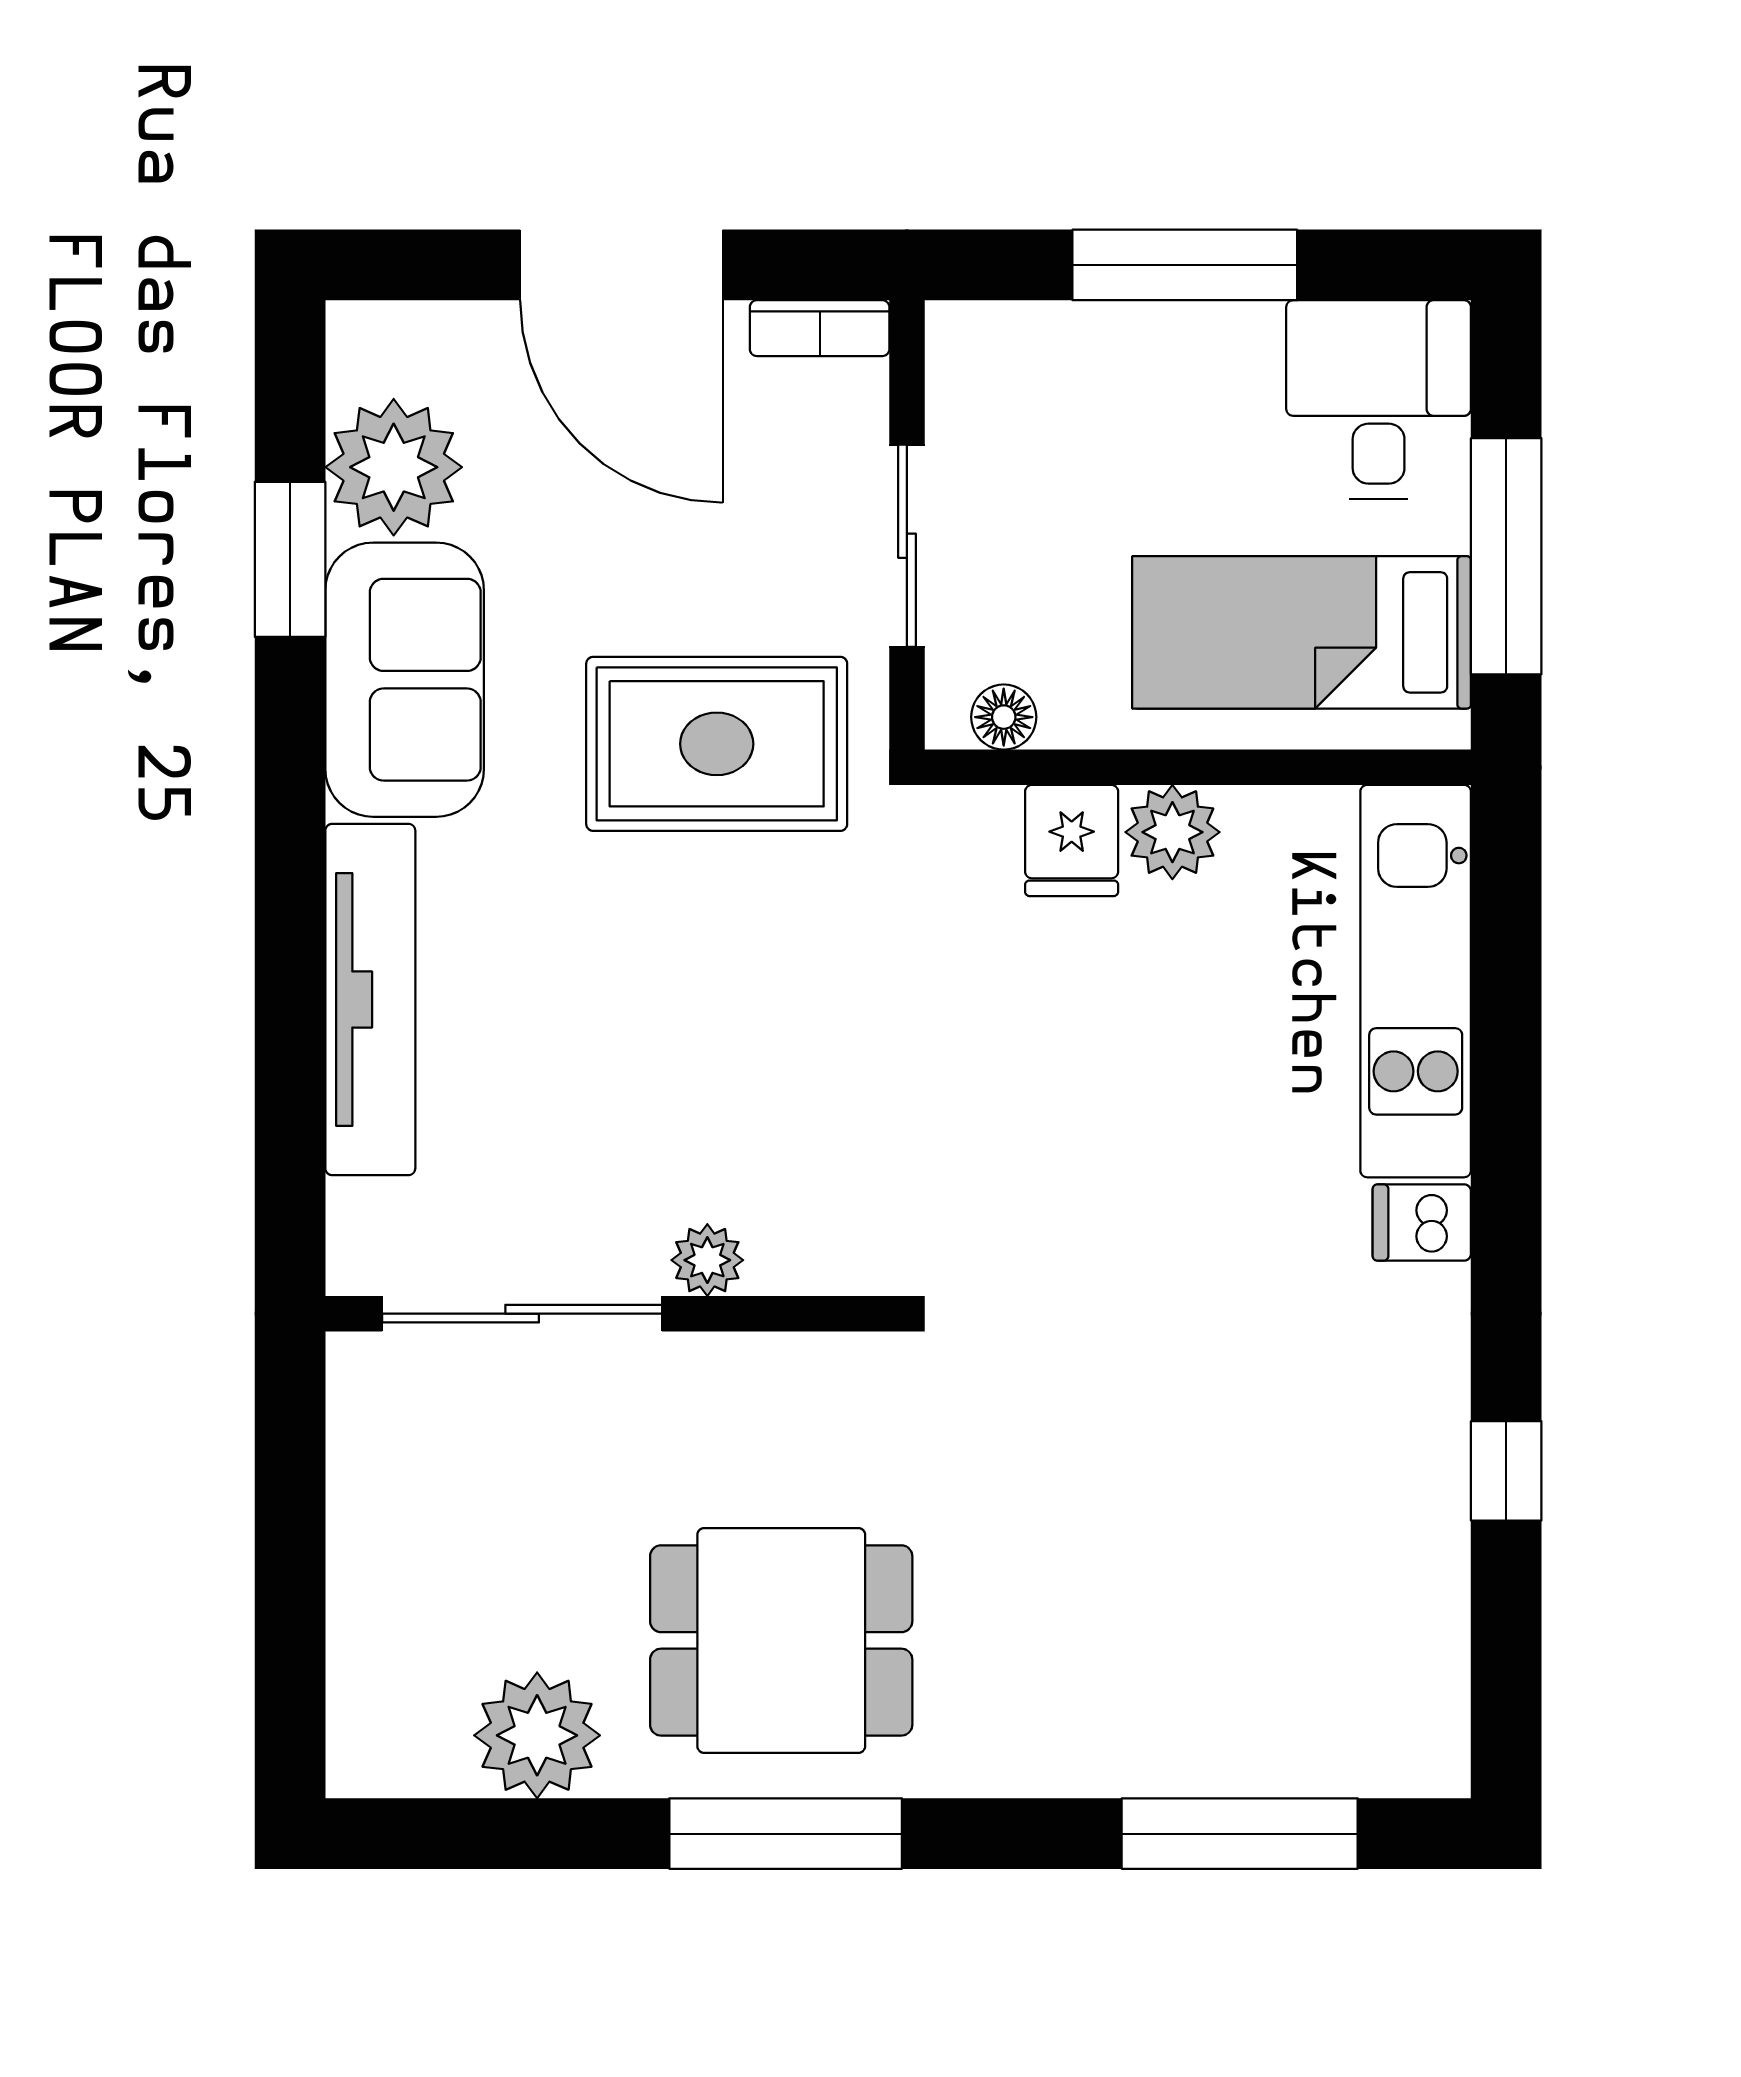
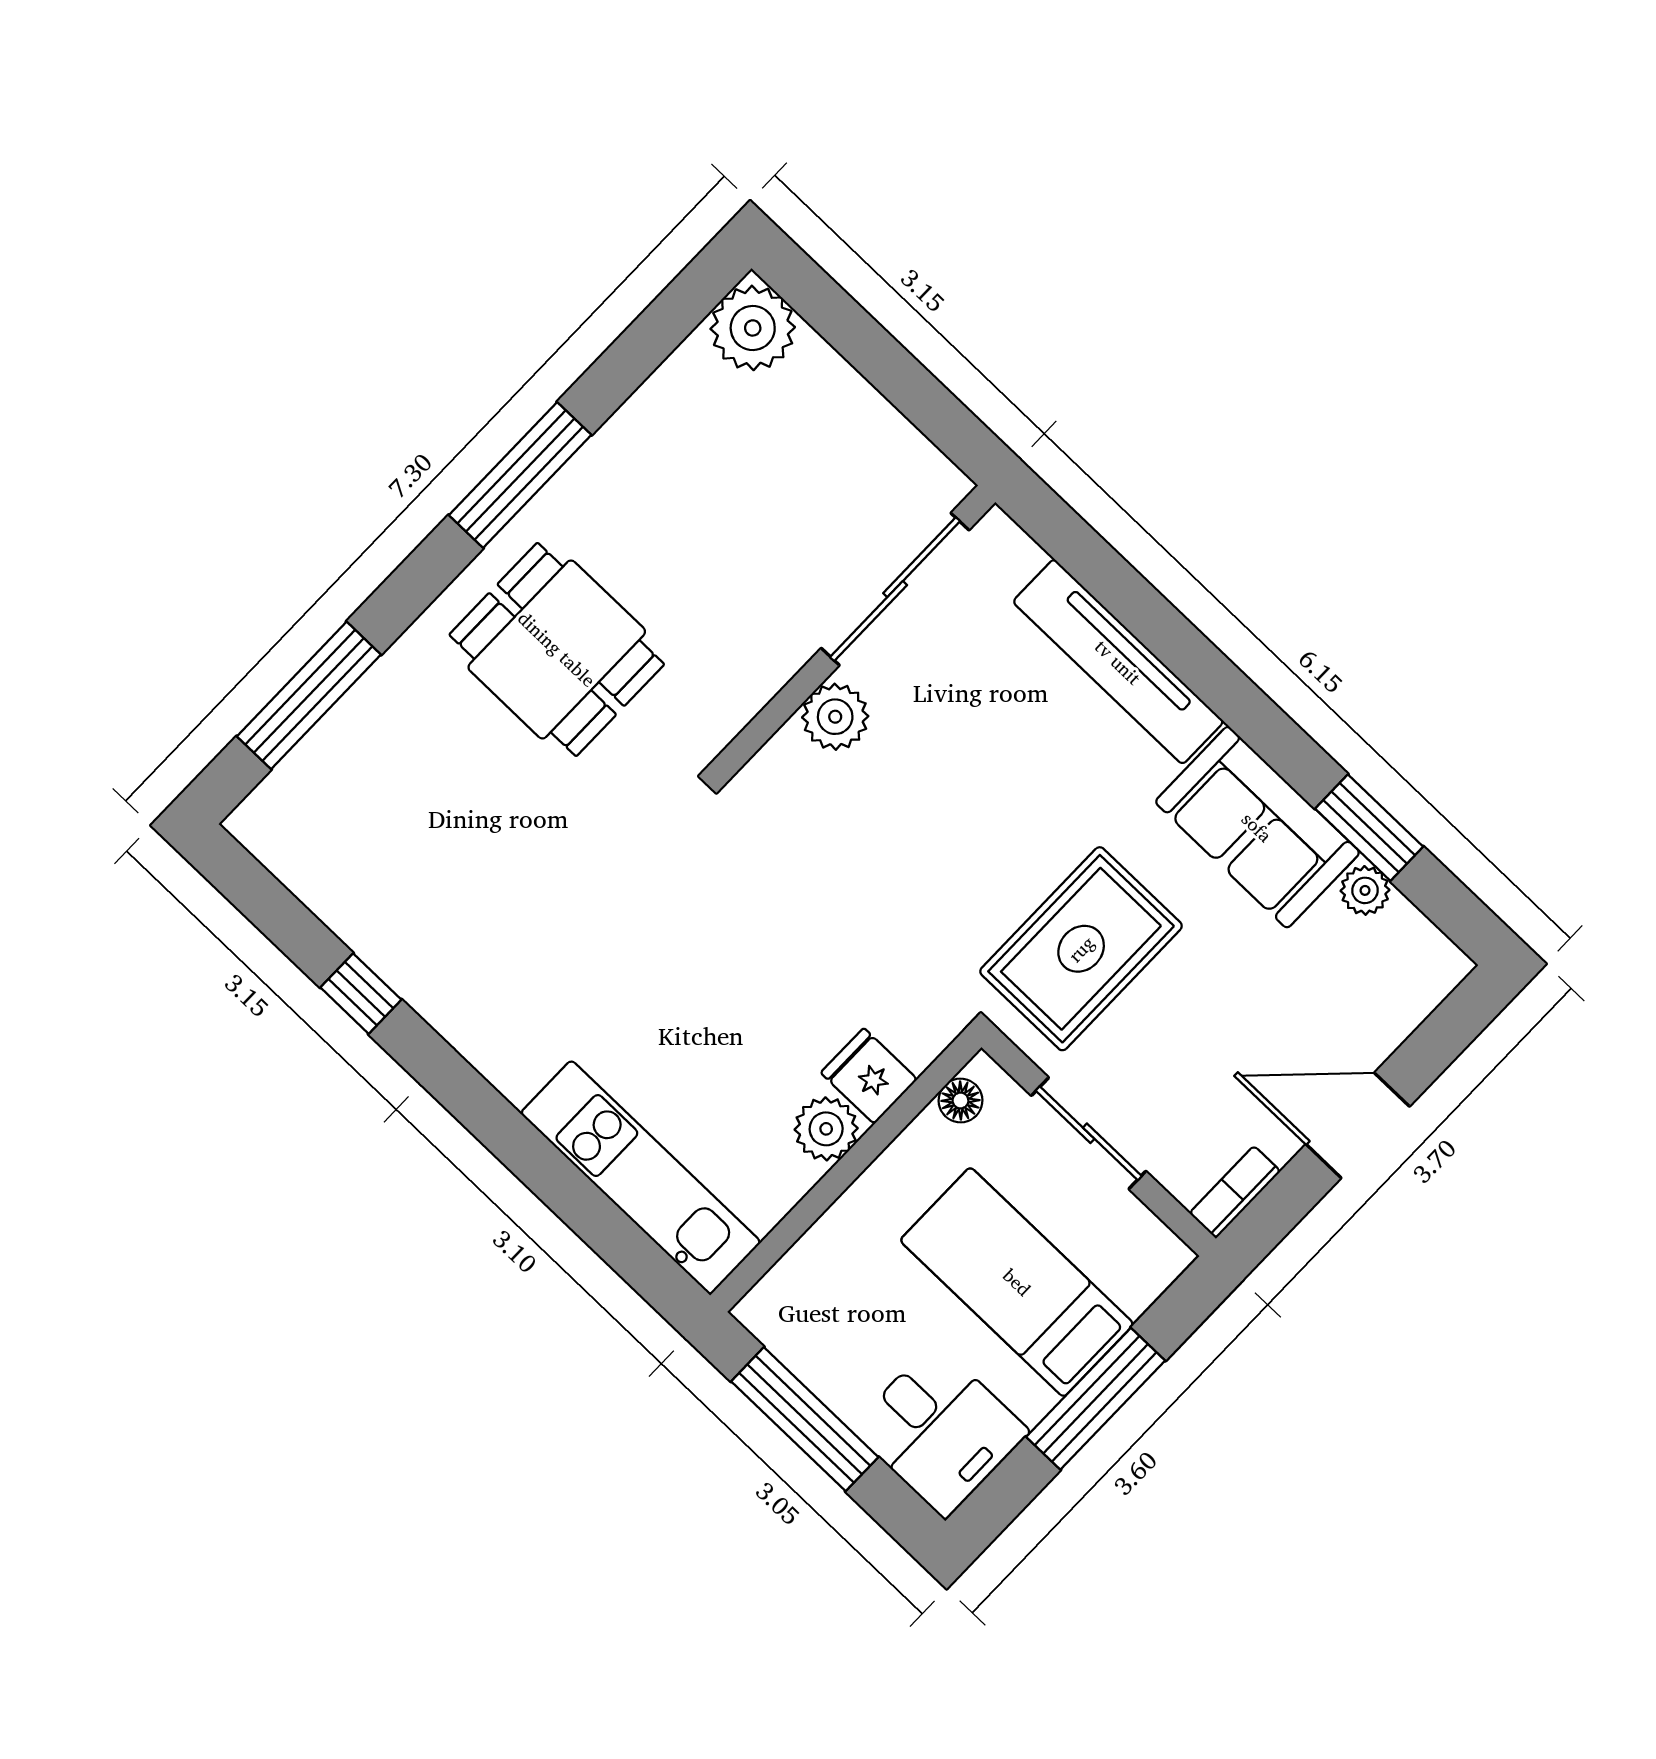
door: (621, 265) -> (1358, 1125), width x0.73
plant: (394, 467) -> (1365, 890), width x0.53, depth x0.53
bed: (1302, 632) -> (1017, 1282), moved, turned -90
dishwasher: (1422, 1223) -> (521, 1068), removed
plant: (707, 1260) -> (835, 717), width x1.38, depth x1.38
dining table: (781, 1640) -> (557, 649), moved, turned 90
plant: (537, 1735) -> (753, 328), moved

